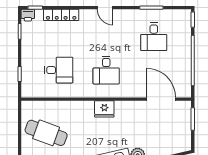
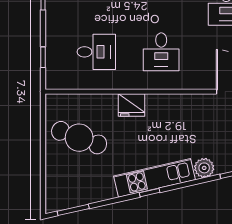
fridge: (104, 109) -> (132, 105), moved

